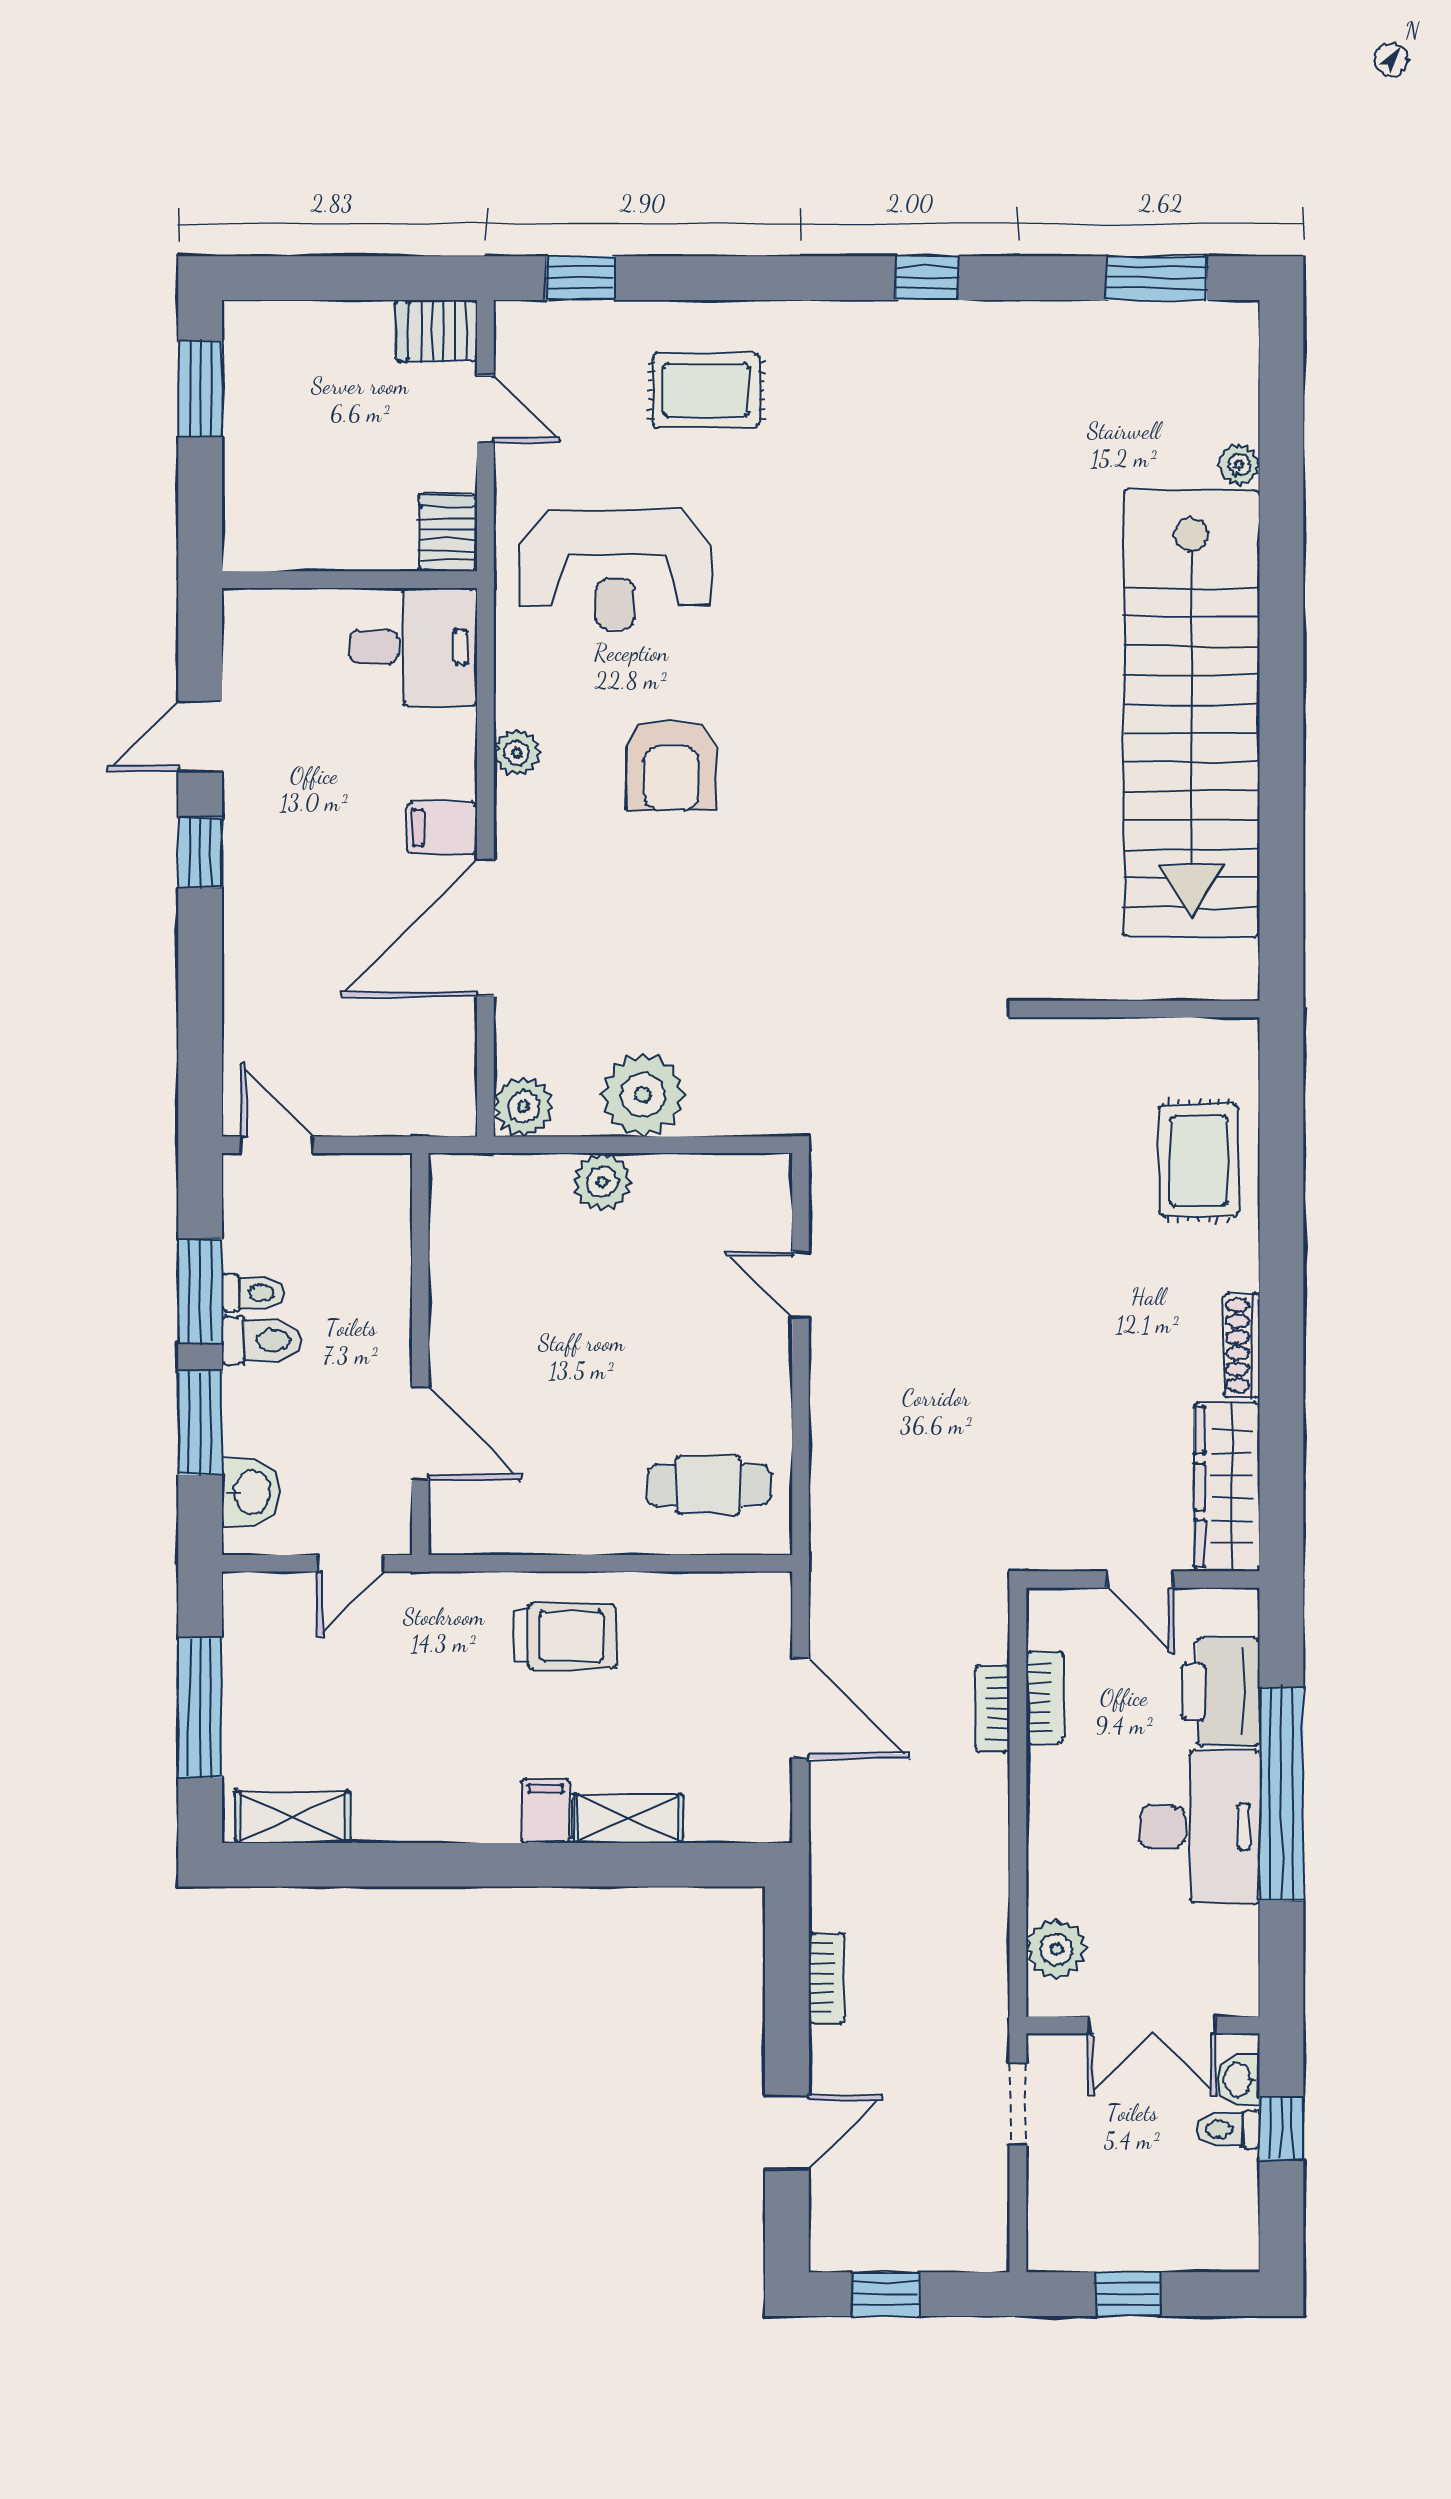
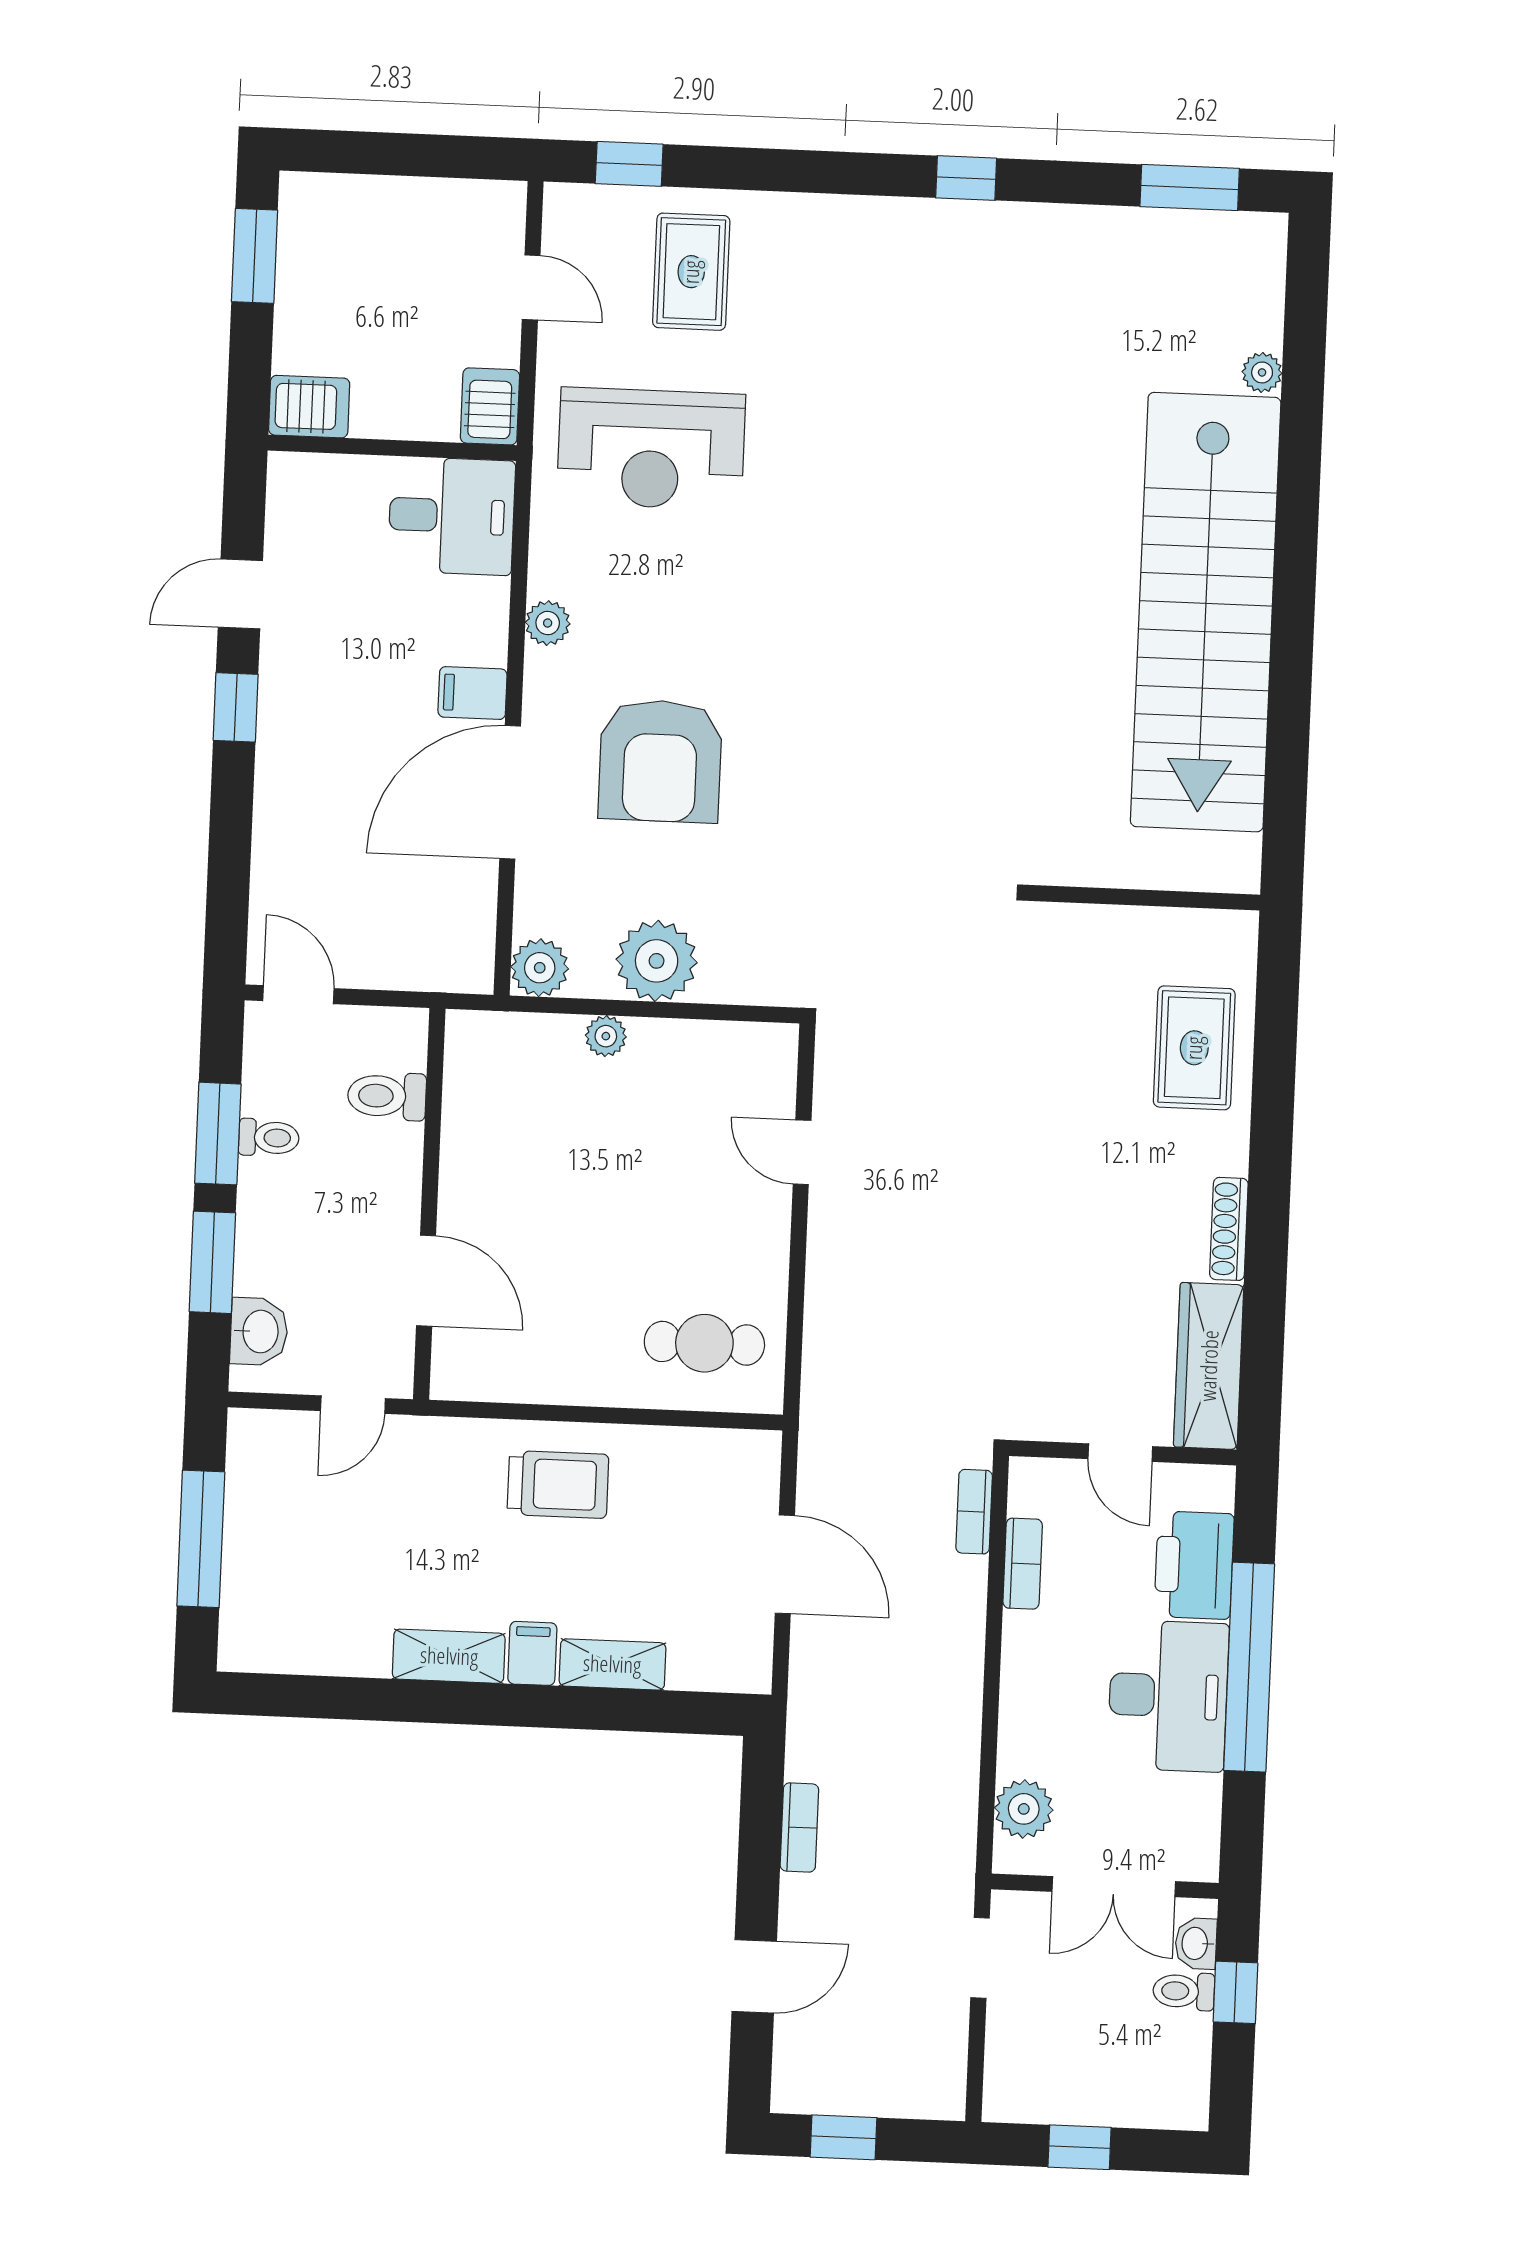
server rack: (436, 330) -> (309, 407), moved, turned 180
rug: (706, 390) -> (691, 272), moved, turned 90
armchair: (671, 765) -> (660, 761), moved, width x1.36, depth x1.36
plant: (602, 1182) -> (606, 1036), width x0.73, depth x0.73
toilet: (262, 1340) -> (387, 1096), moved, turned 180
bookcase: (993, 1708) -> (974, 1512), moved
shelving: (293, 1817) -> (449, 1656), moved

